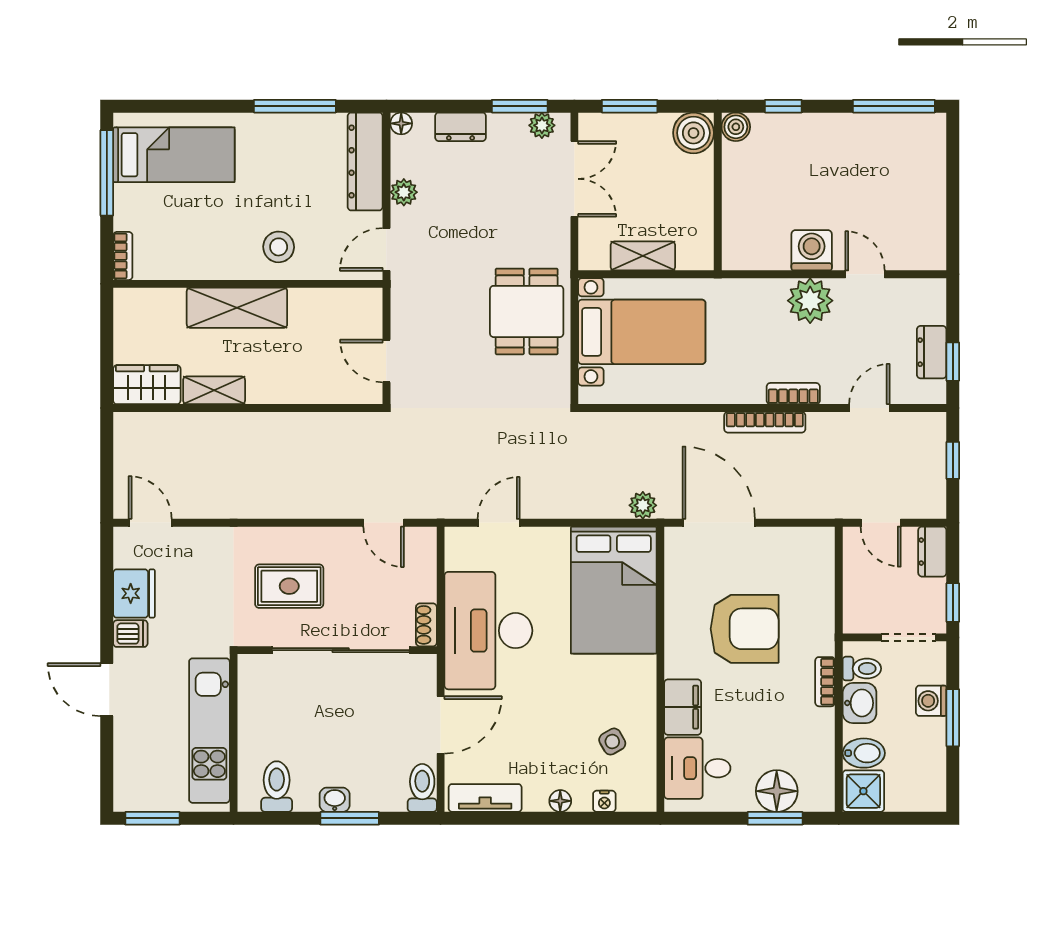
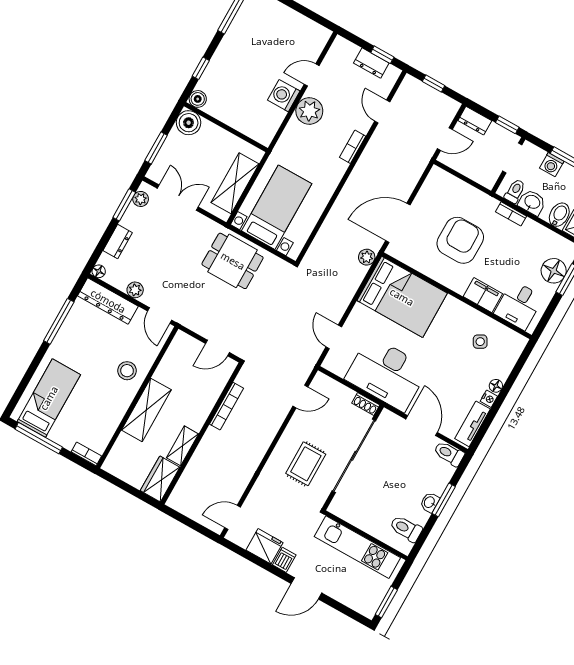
shelving: (643, 256) -> (235, 183), width x1.50, depth x1.33
bookcase: (765, 422) -> (227, 406), moved
nightstand: (604, 801) -> (489, 399), moved

